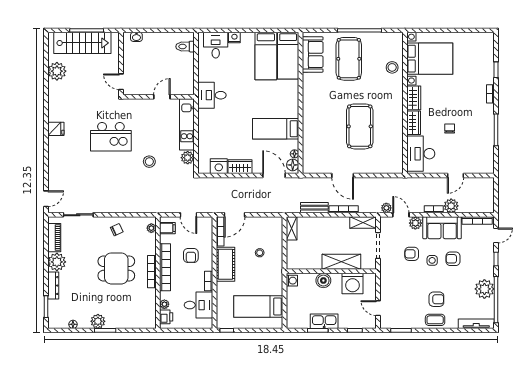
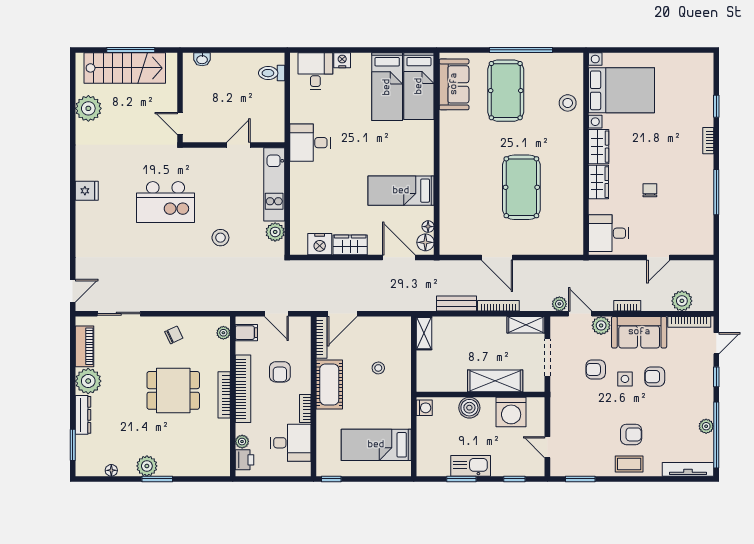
desk: (421, 154) -> (609, 233), width x0.73
plant: (451, 206) -> (682, 301), moved
plant: (484, 289) -> (706, 426), width x0.53, depth x0.53

